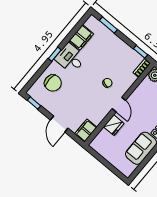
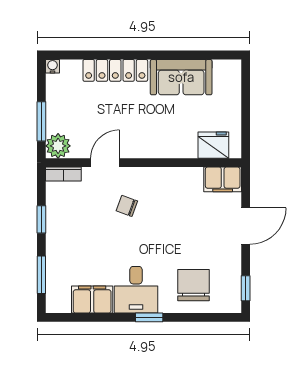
window: (141, 52) -> (41, 219), moved
door: (119, 105) -> (105, 163), moved
fridge: (114, 125) -> (213, 145), moved

